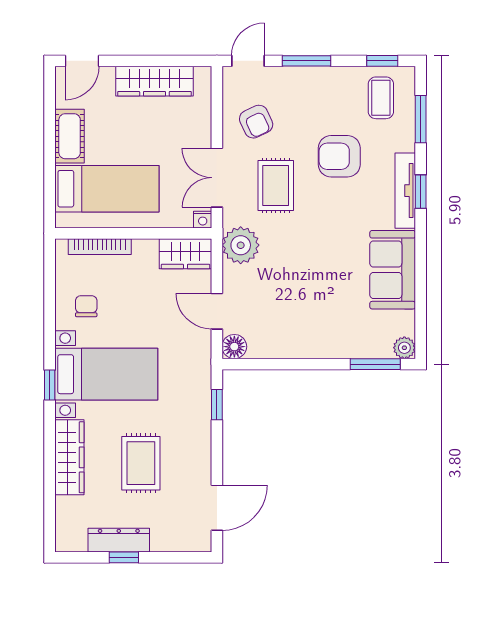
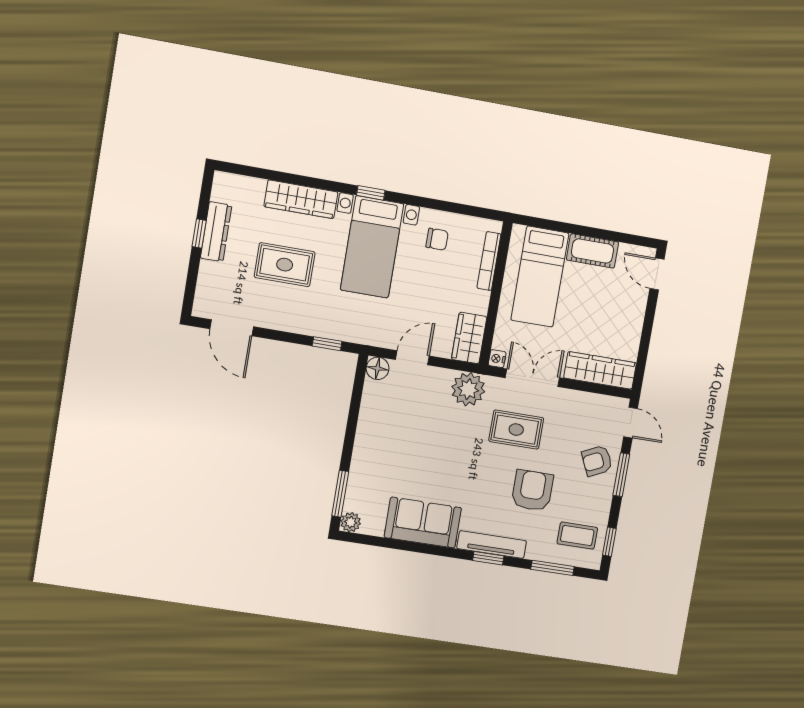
wardrobe: (154, 81) -> (600, 370), moved, turned 90
armchair: (256, 122) -> (597, 461), moved

